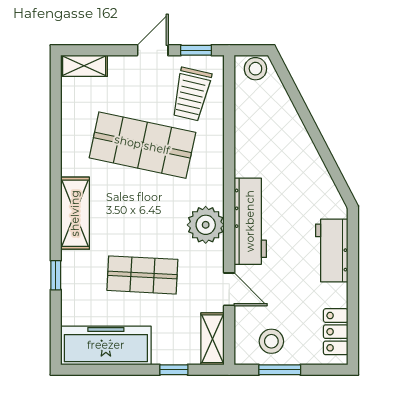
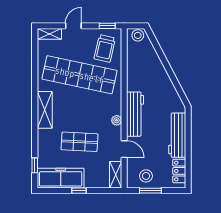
door: (153, 50) -> (73, 26), moved
shop shelf: (142, 145) -> (79, 75), width x1.40
plant: (206, 225) -> (117, 120), width x0.53, depth x0.53
workbench: (332, 250) -> (177, 135), width x1.38
window: (56, 275) -> (35, 165), moved
window: (174, 370) -> (79, 191), moved

